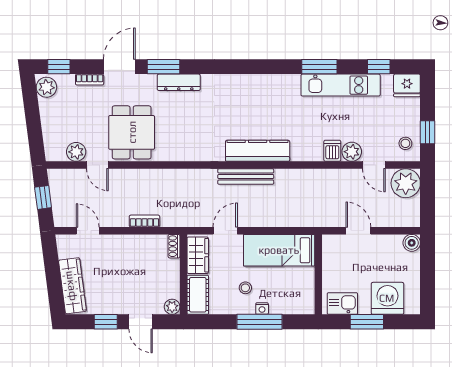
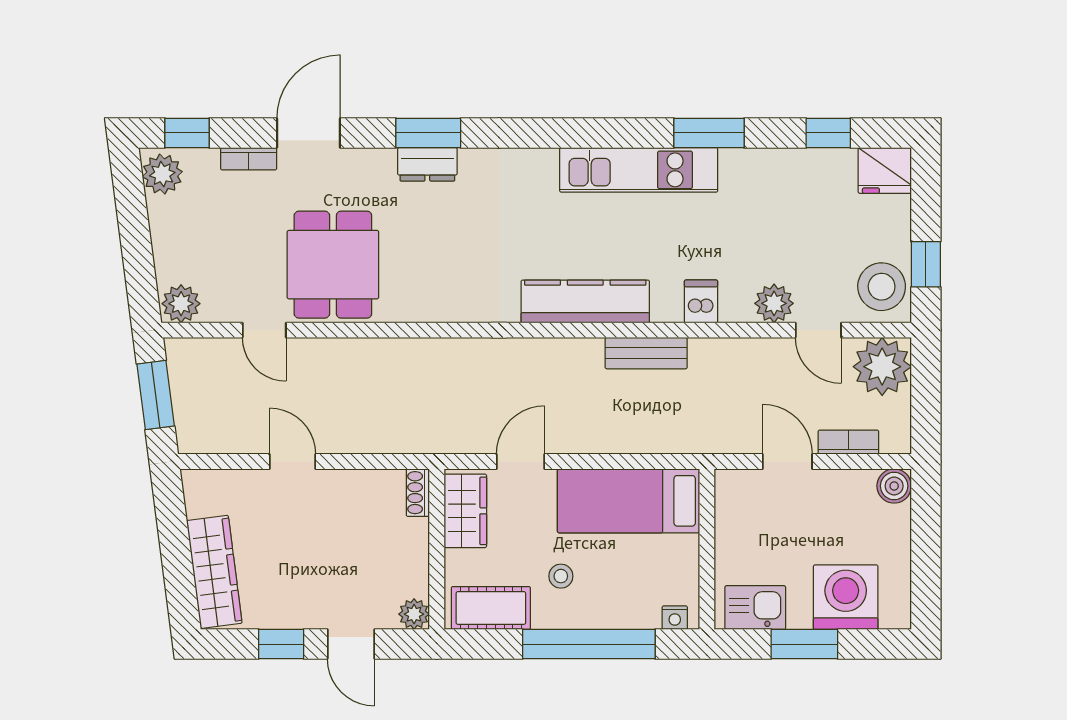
window: (164, 67) -> (428, 133), moved
dresser: (179, 82) -> (427, 164), width x0.70
kitchen unit: (341, 85) -> (639, 170), moved
stool: (405, 143) -> (882, 287), width x1.89, depth x1.89
dishwasher: (332, 151) -> (701, 301), moved
plant: (76, 152) -> (181, 304), moved
bench: (246, 177) -> (646, 353), moved, width x0.73
window: (43, 197) -> (156, 395), width x1.50
bookcase: (144, 221) -> (848, 442), moved
door: (88, 231) -> (293, 462), moved
cot: (198, 295) -> (491, 608), moved, turned 90
nightstand: (262, 309) -> (675, 618), moved
window: (259, 322) -> (589, 644), width x1.46

